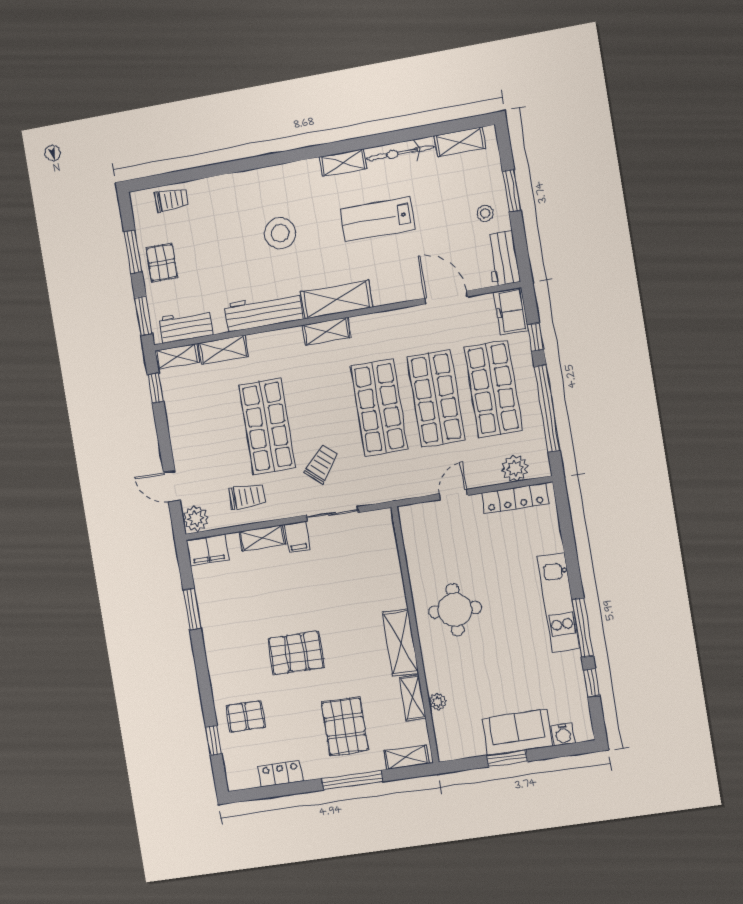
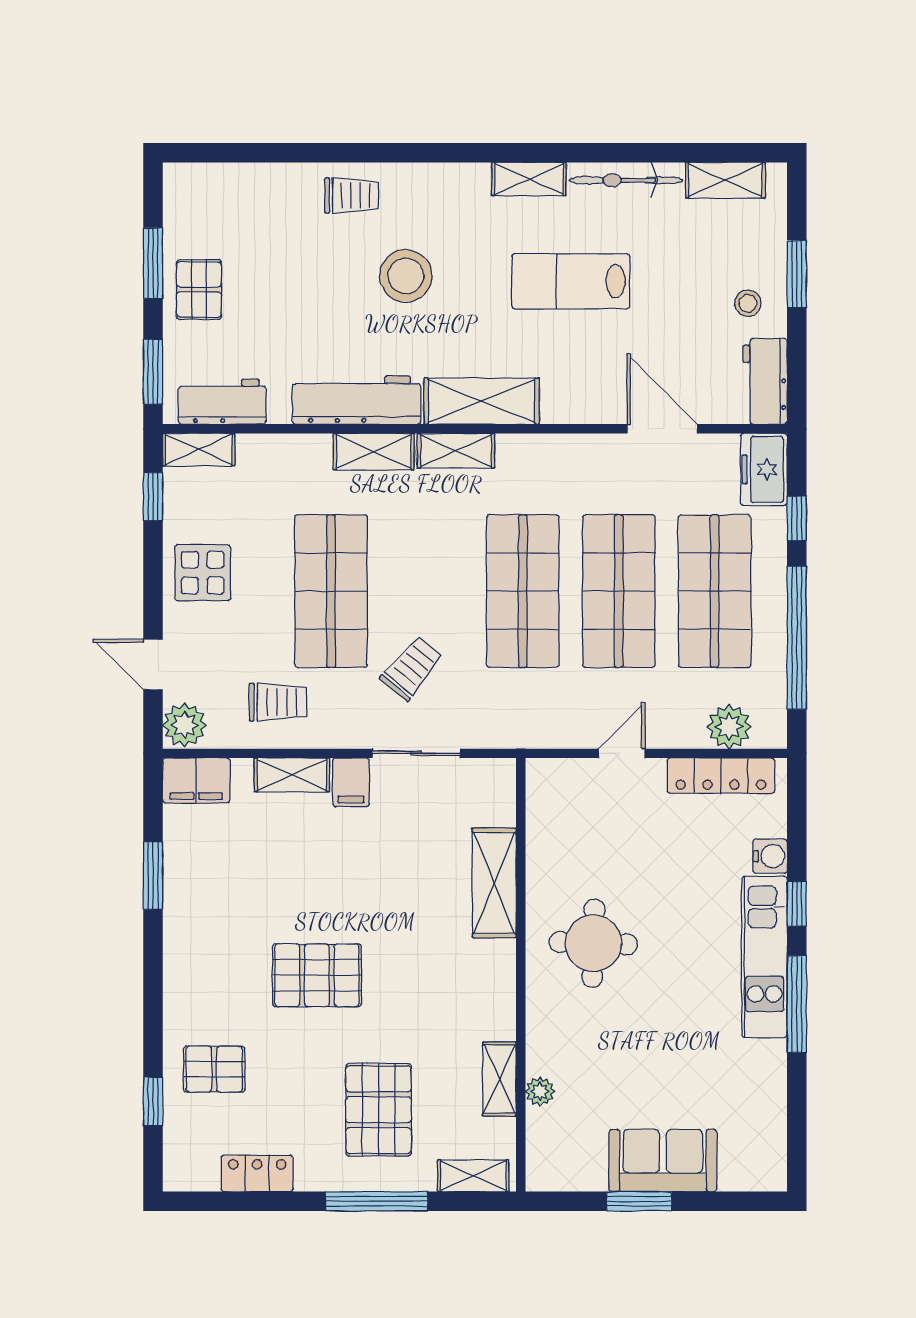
trolley: (172, 200) -> (352, 196), moved
shelving: (223, 350) -> (374, 452), moved
display table: (191, 428) -> (203, 573), added
shelving: (400, 643) -> (494, 883), moved
window: (592, 682) -> (797, 904), moved
water cooler: (563, 734) -> (770, 856), moved, turned -90

